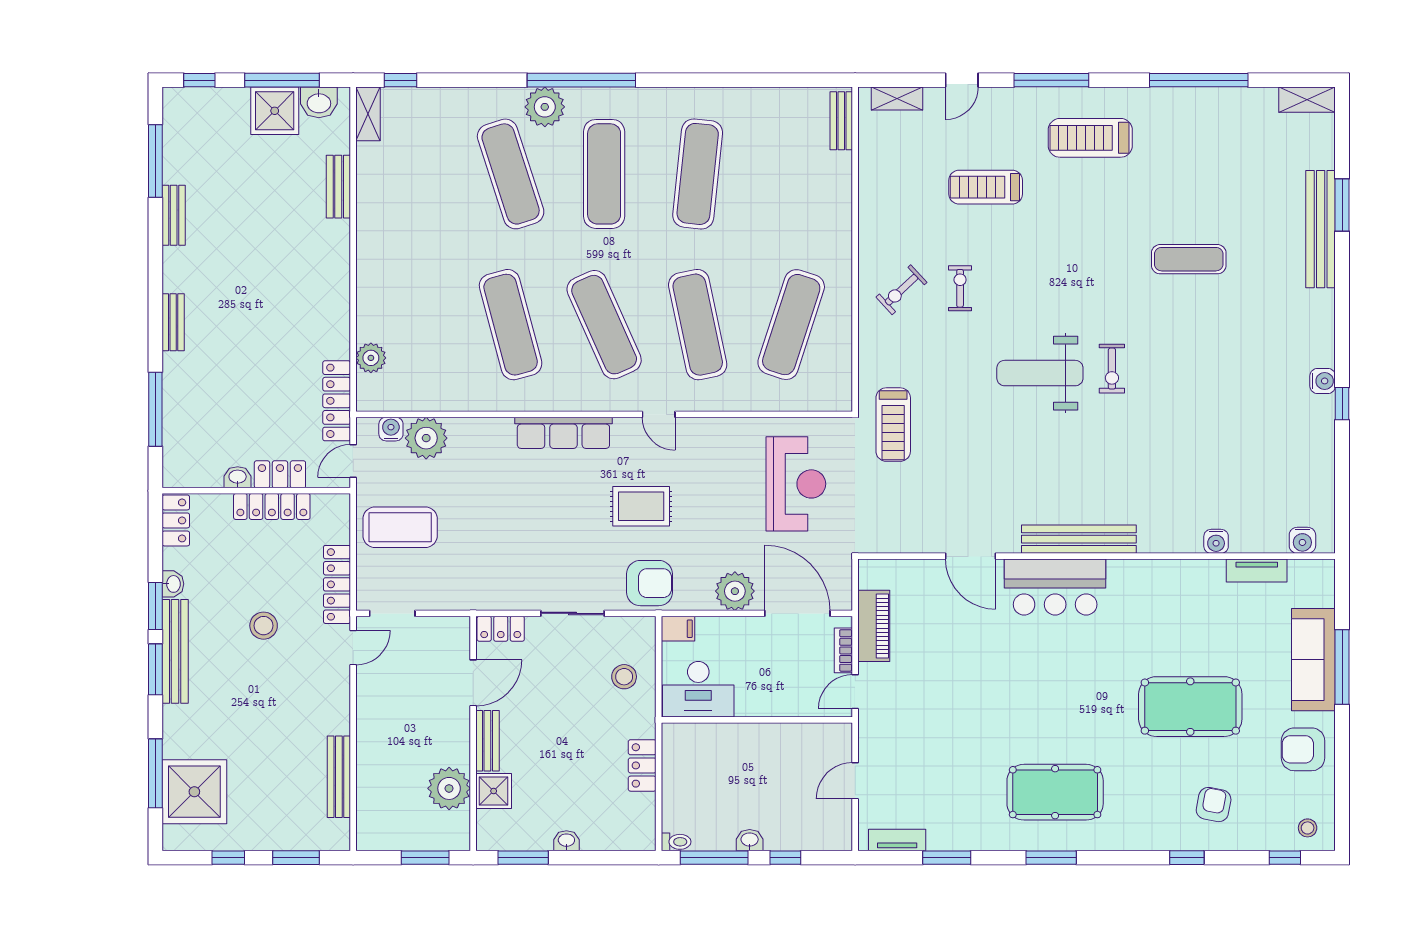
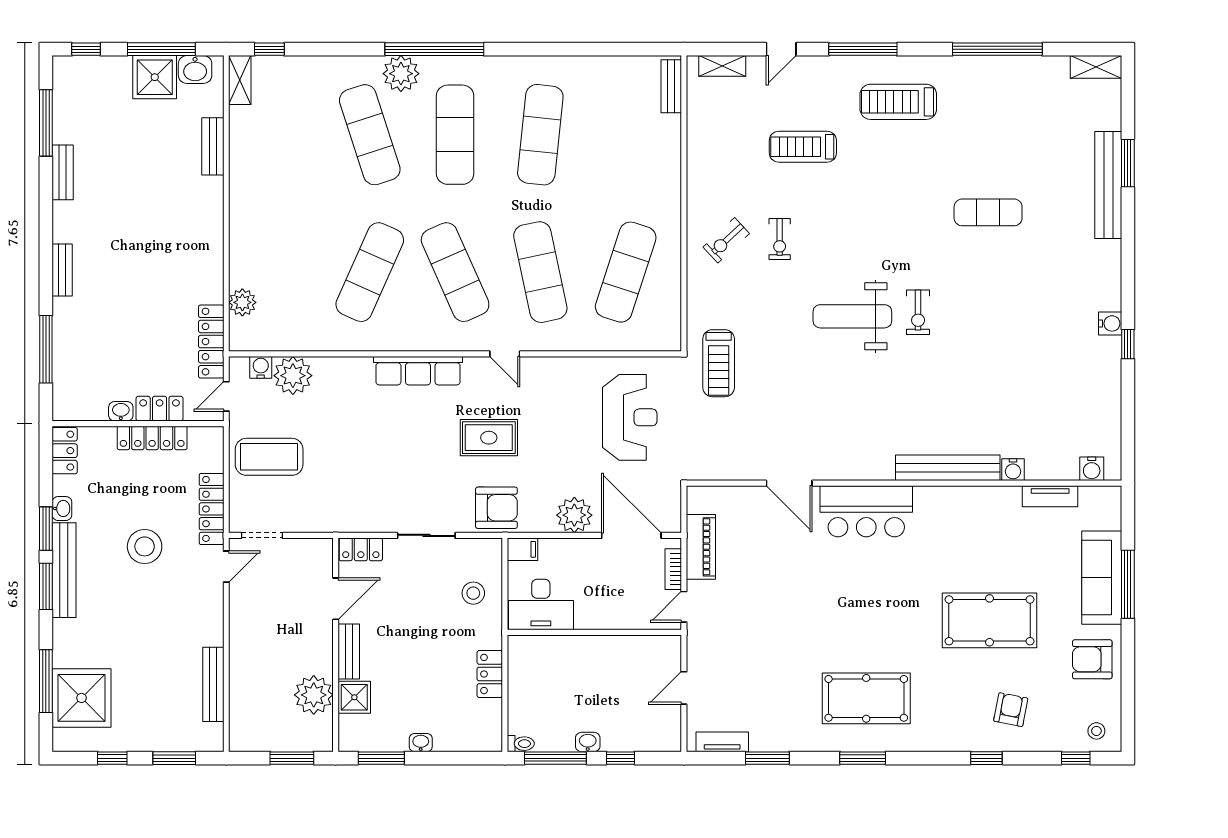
exercise bike: (960, 288) -> (780, 239), turned 180
exercise mat: (511, 325) -> (370, 272), turned 39
bench: (1079, 539) -> (948, 468), moved
stool: (264, 626) -> (145, 546), width x1.38, depth x1.38

